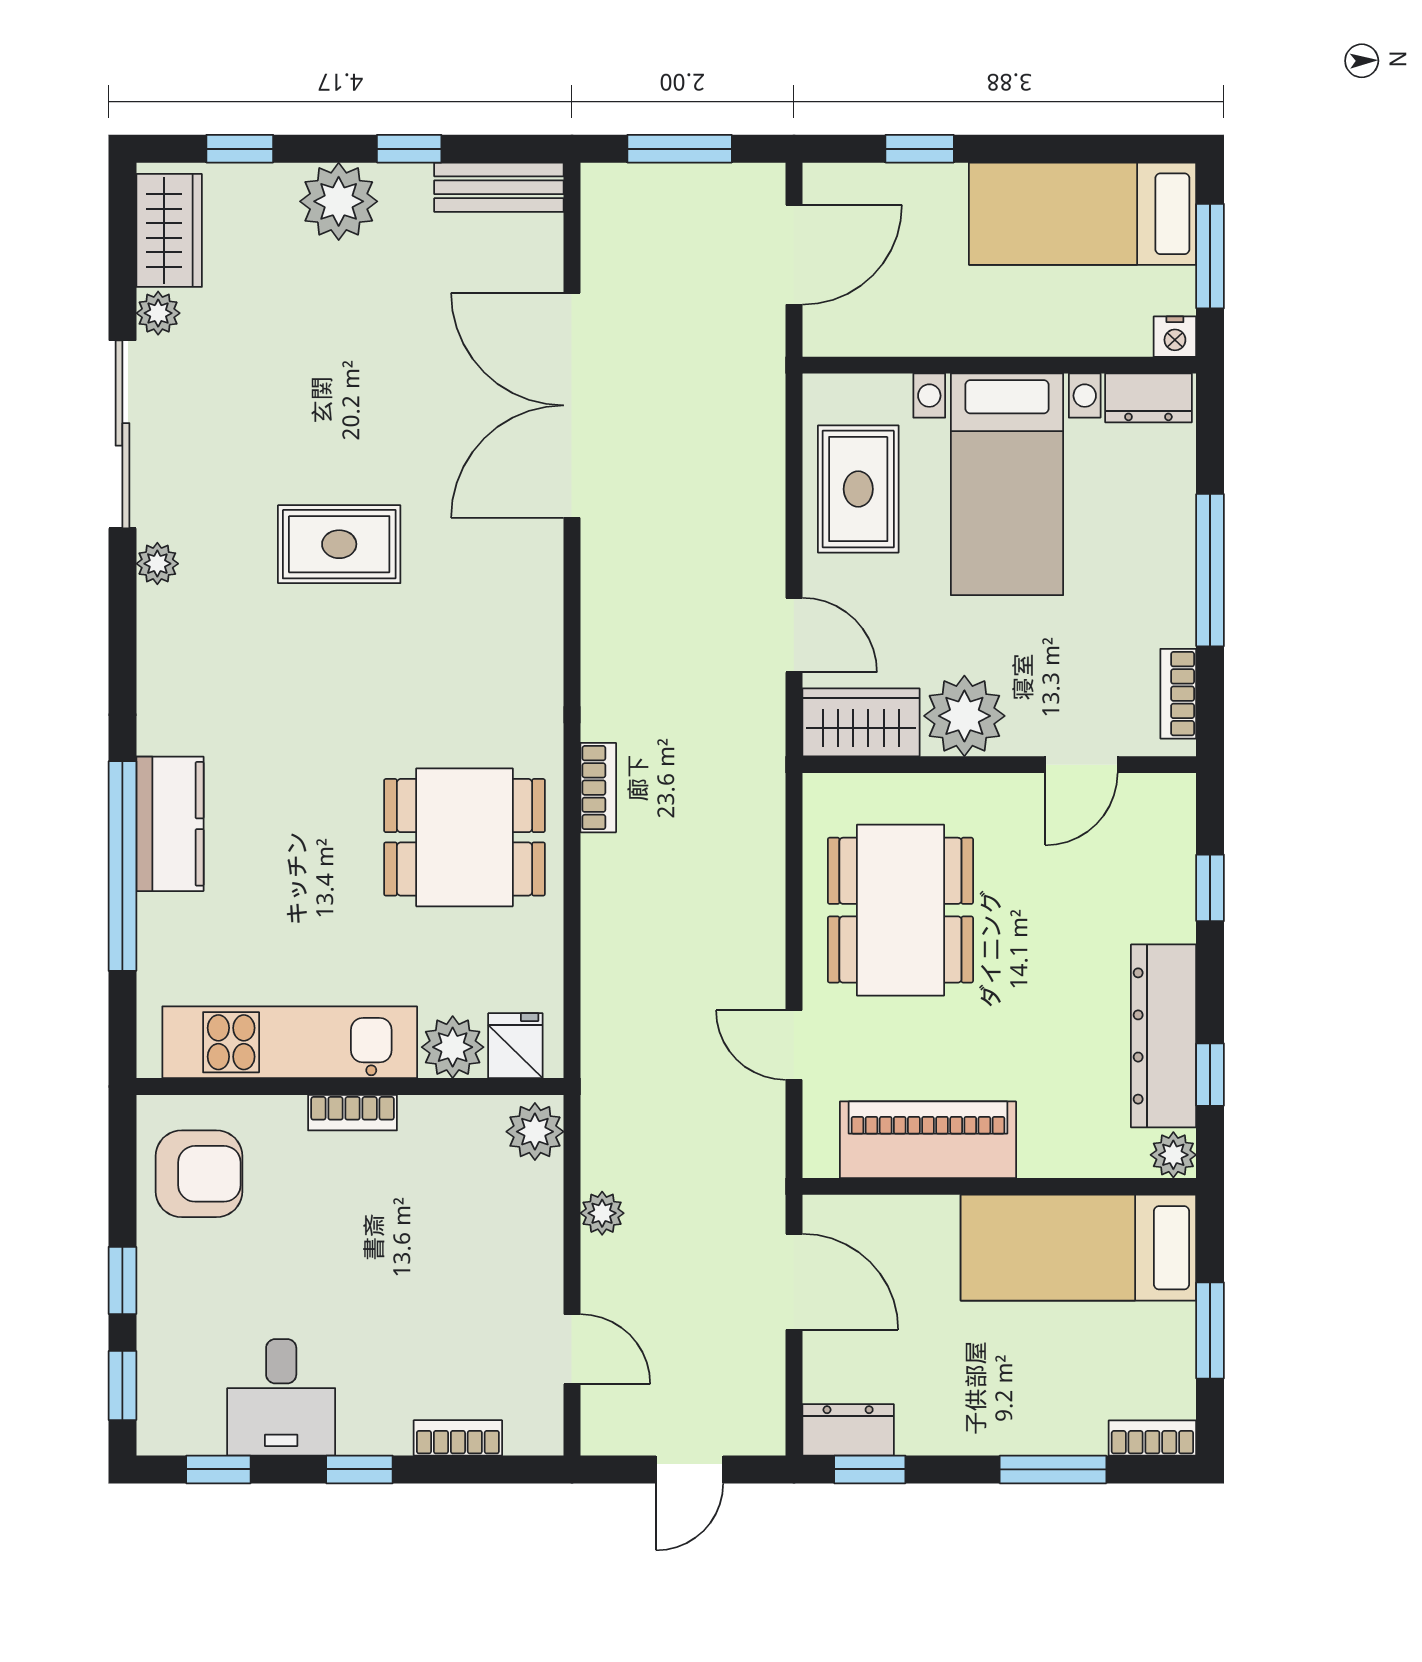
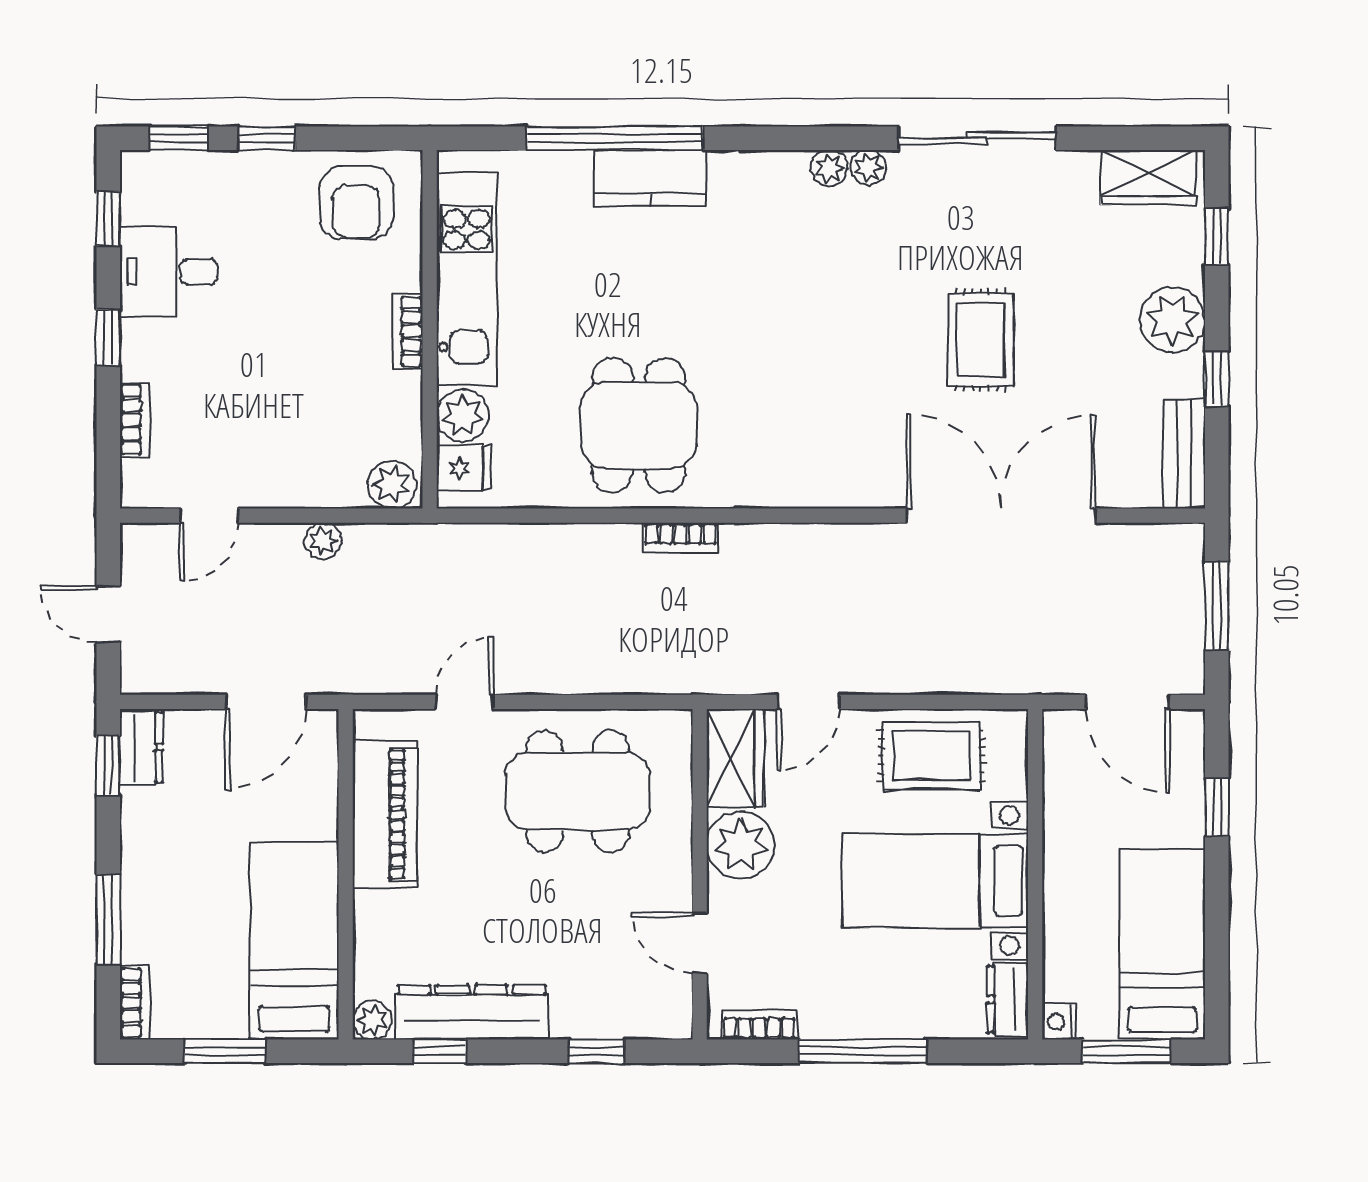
plant: (158, 313) -> (829, 168), moved
rug: (339, 544) -> (980, 340), moved

